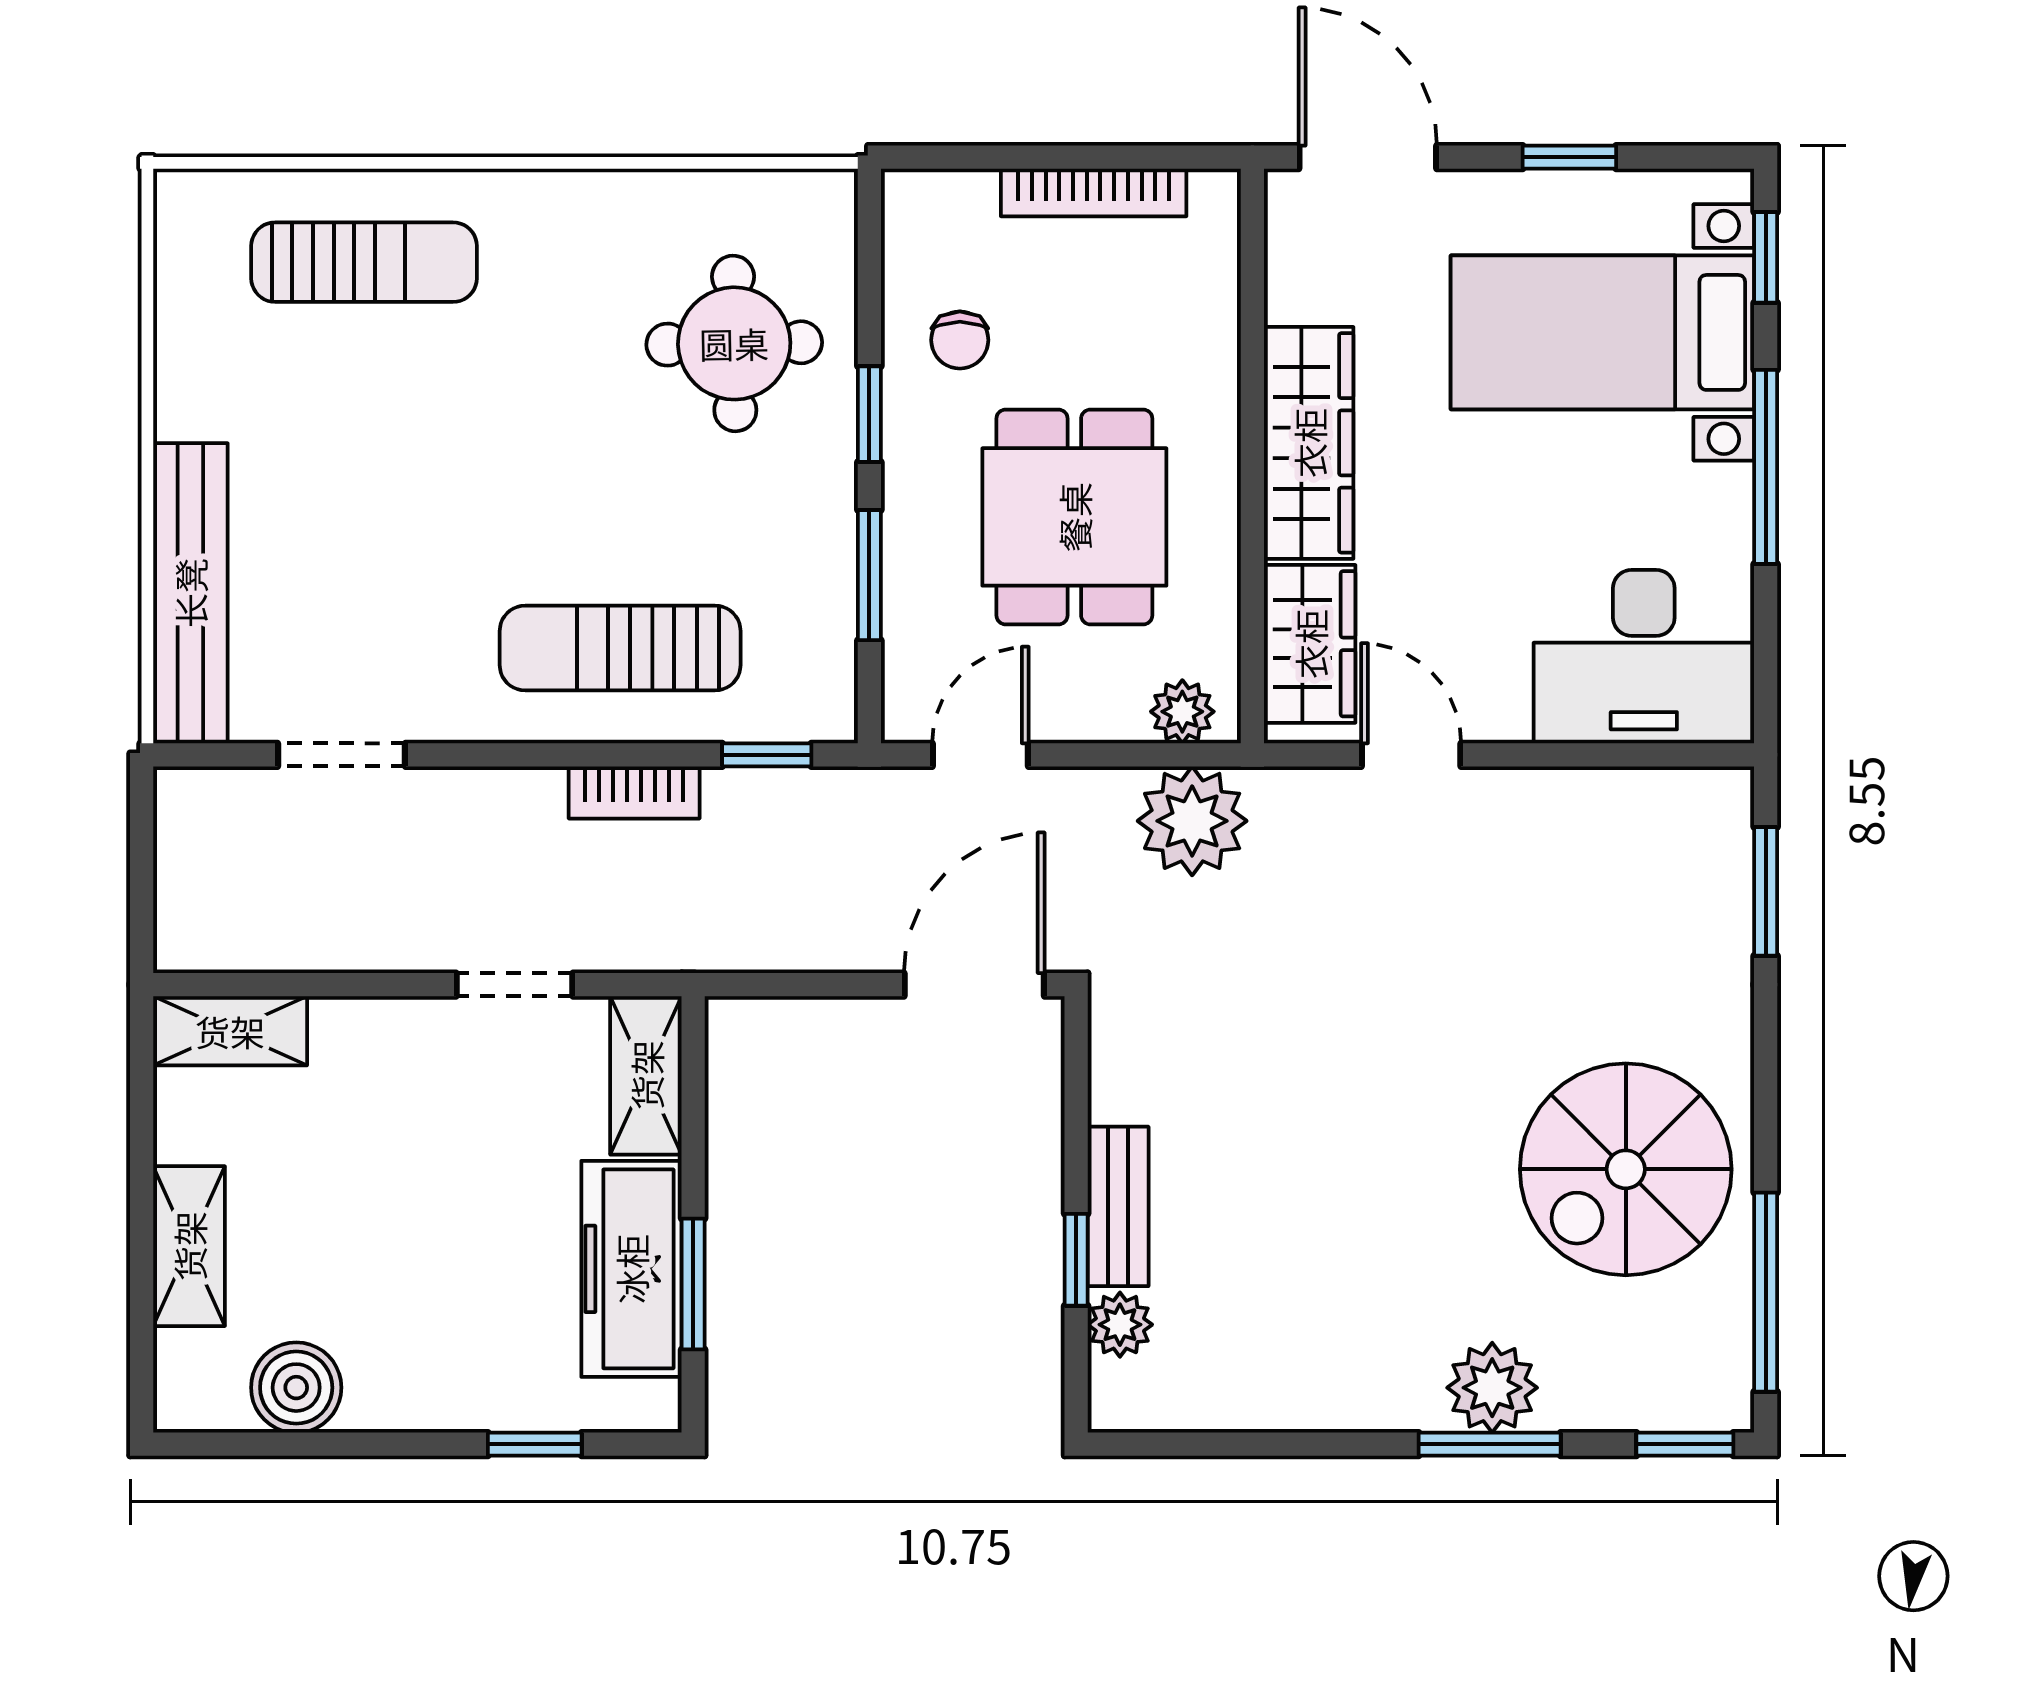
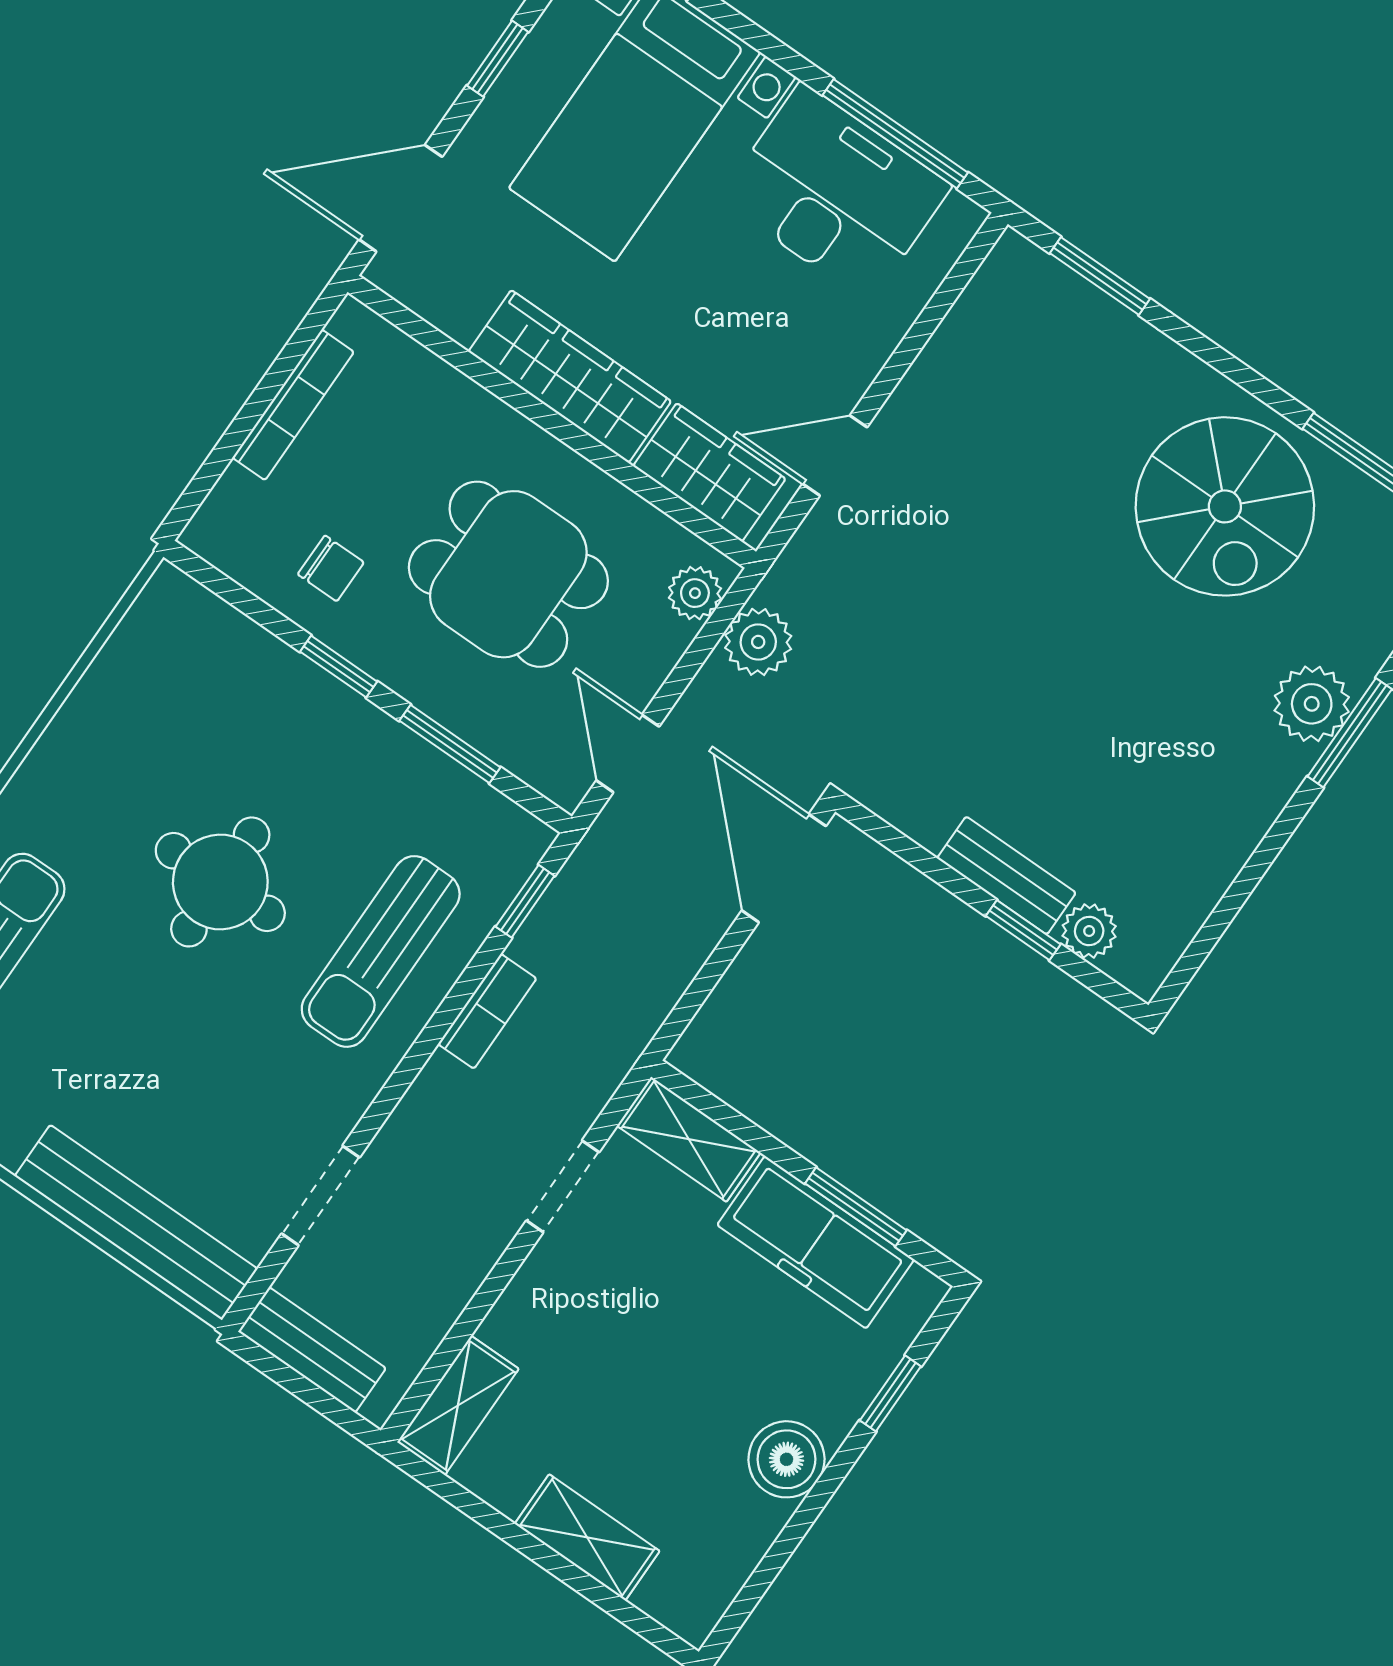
round table: (734, 343) -> (220, 882), moved
window: (1766, 467) -> (895, 134), moved
desk: (1644, 657) -> (835, 193), moved, turned -90
plant: (1192, 821) -> (758, 642), width x0.73, depth x0.73
bench: (185, 851) -> (312, 1350), added
boiler: (296, 1388) -> (787, 1459), moved

